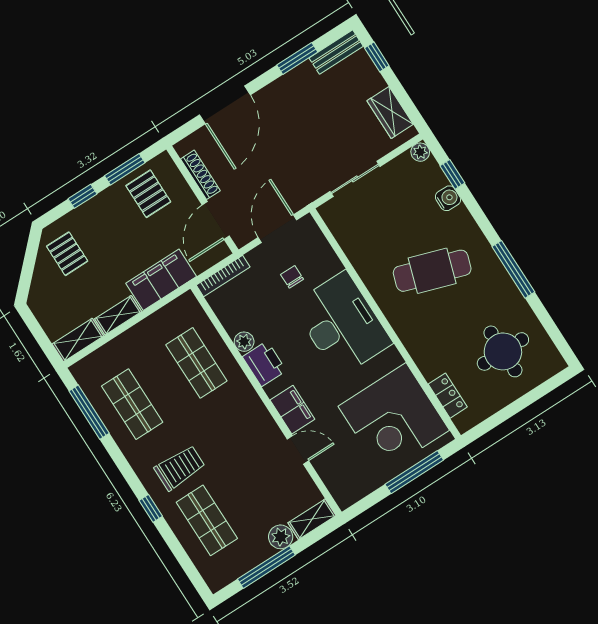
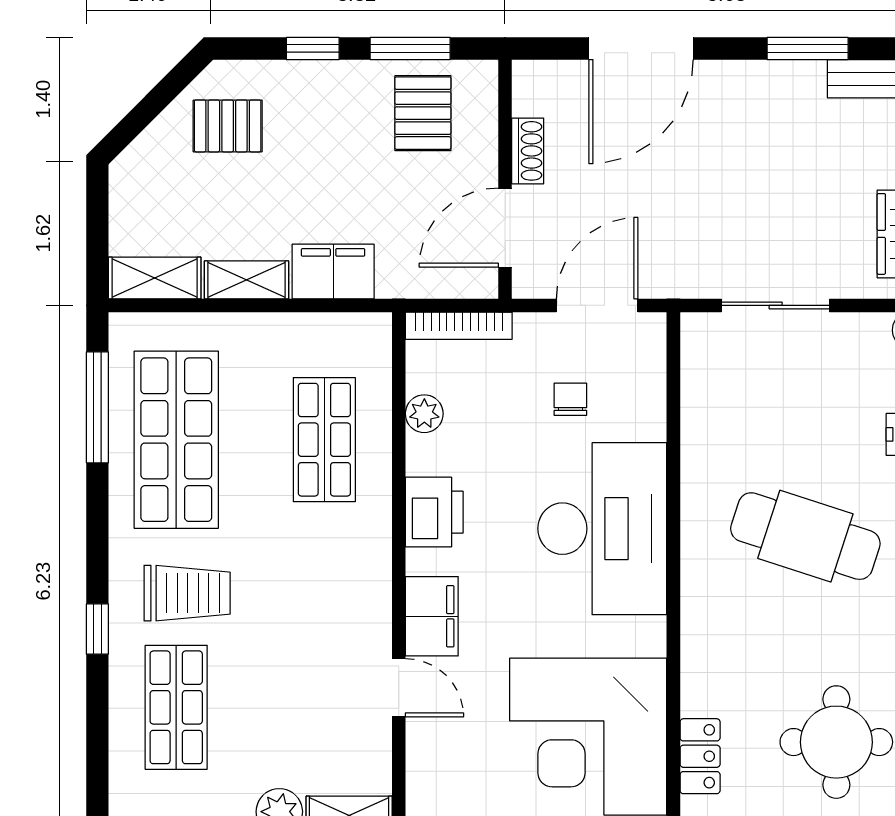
shoe rack: (200, 175) -> (528, 151), width x0.70
pallet: (67, 254) -> (228, 126), turned 90
filing cabinet: (161, 280) -> (333, 271), width x0.67, depth x0.86
plant: (244, 342) -> (424, 414), moved
shop shelf: (132, 404) -> (176, 440), width x1.43, depth x1.36

